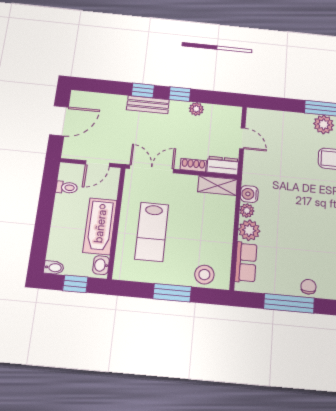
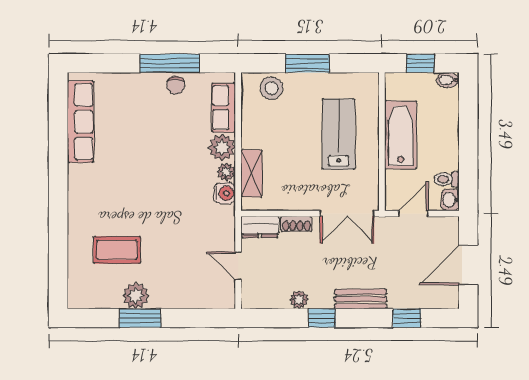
window: (143, 90) -> (407, 318), moved
shelving: (218, 186) -> (251, 173), moved, turned 90
washbasin: (101, 265) -> (450, 200), moved, turned 180
chair: (308, 287) -> (176, 85), moved

